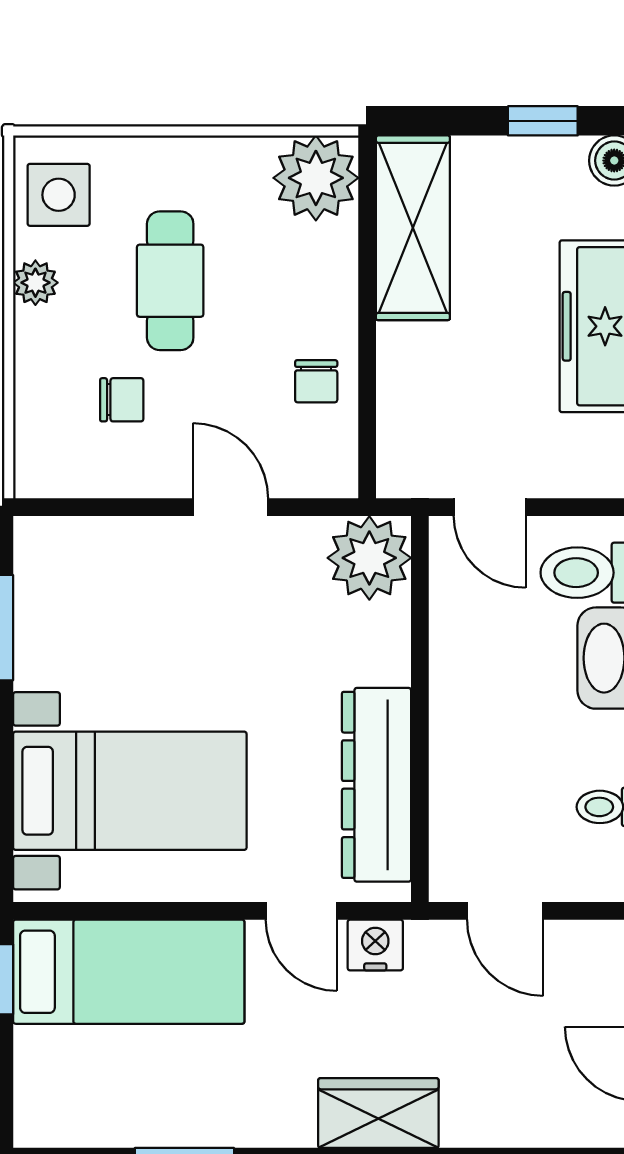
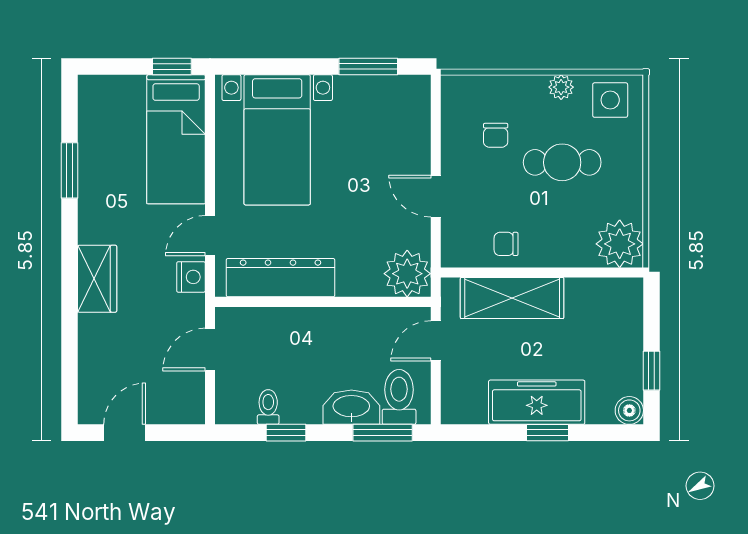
shelving: (413, 228) -> (512, 298), moved
door: (231, 507) -> (436, 196), swing flipped

